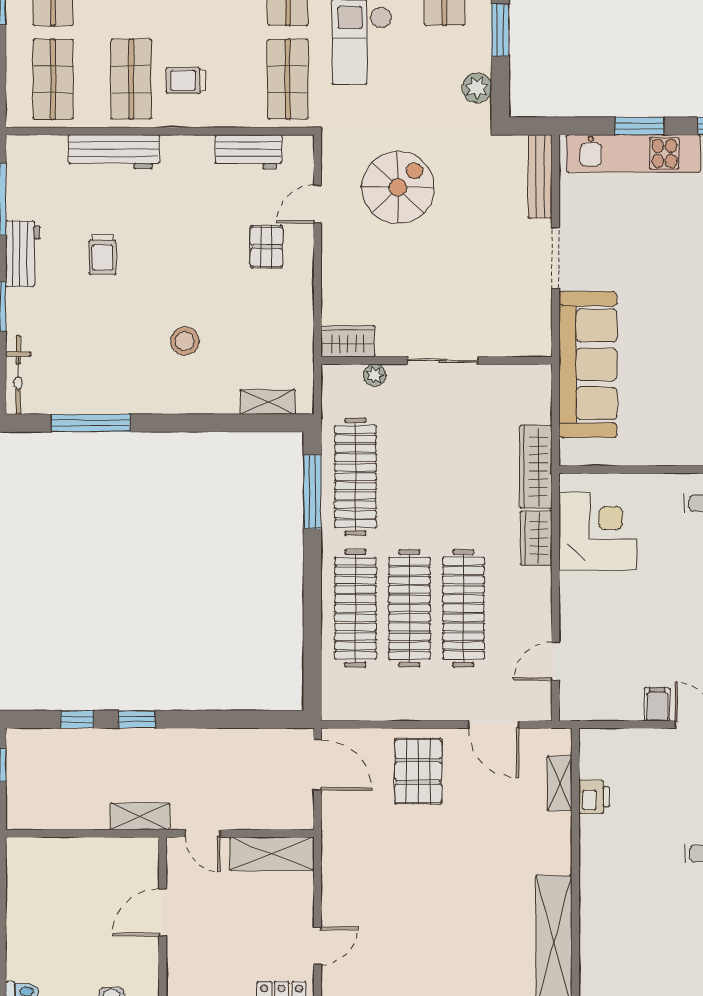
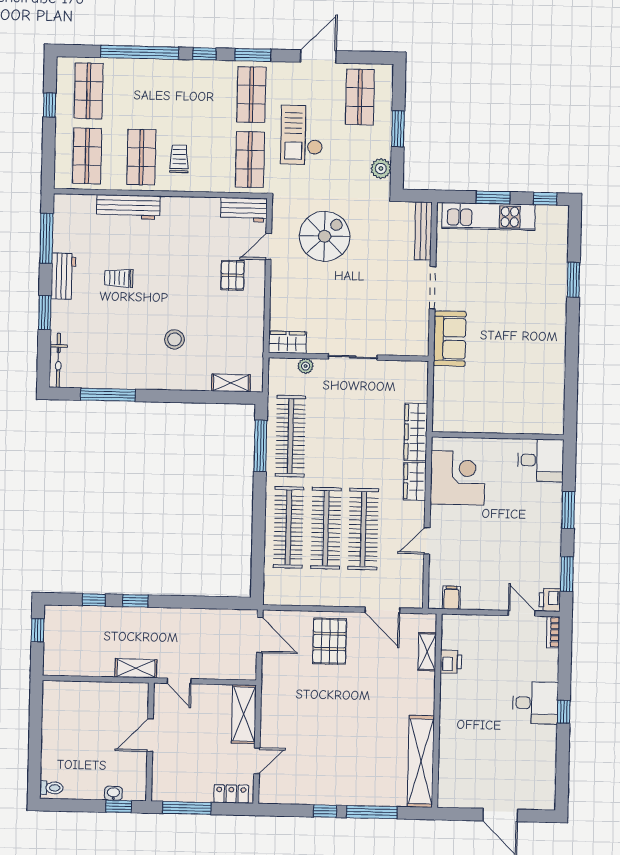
trolley: (186, 80) -> (179, 159), turned 90
workbench: (249, 152) -> (244, 210), moved
trolley: (103, 255) -> (119, 278), turned 90
sofa: (588, 364) -> (450, 339), width x0.54, depth x0.79
door: (555, 661) -> (427, 541), moved
filing cabinet: (657, 704) -> (451, 598), moved
shelving: (272, 854) -> (244, 714), moved, turned 90

